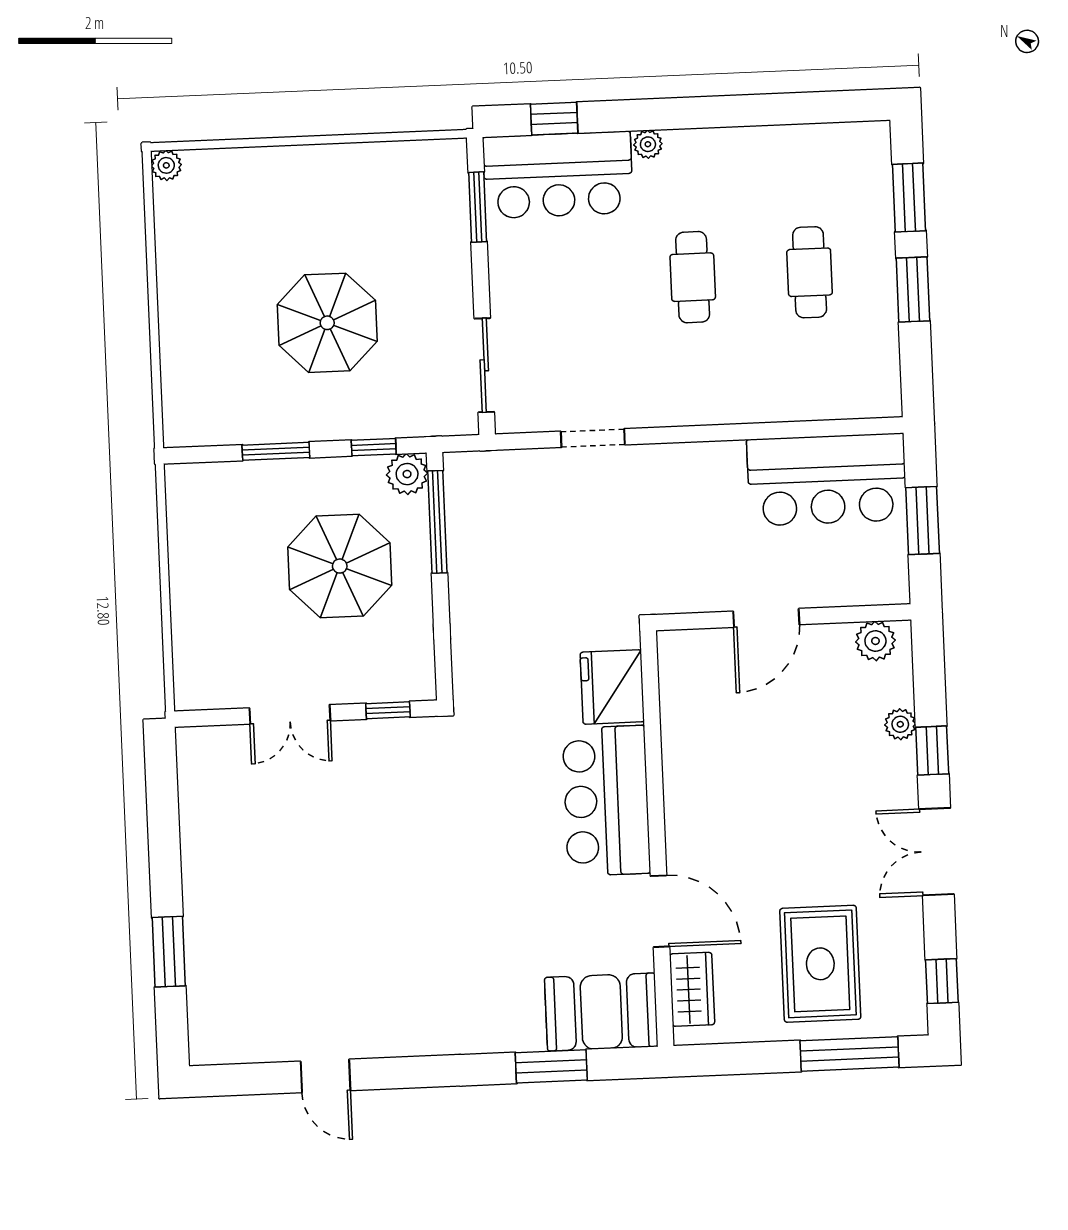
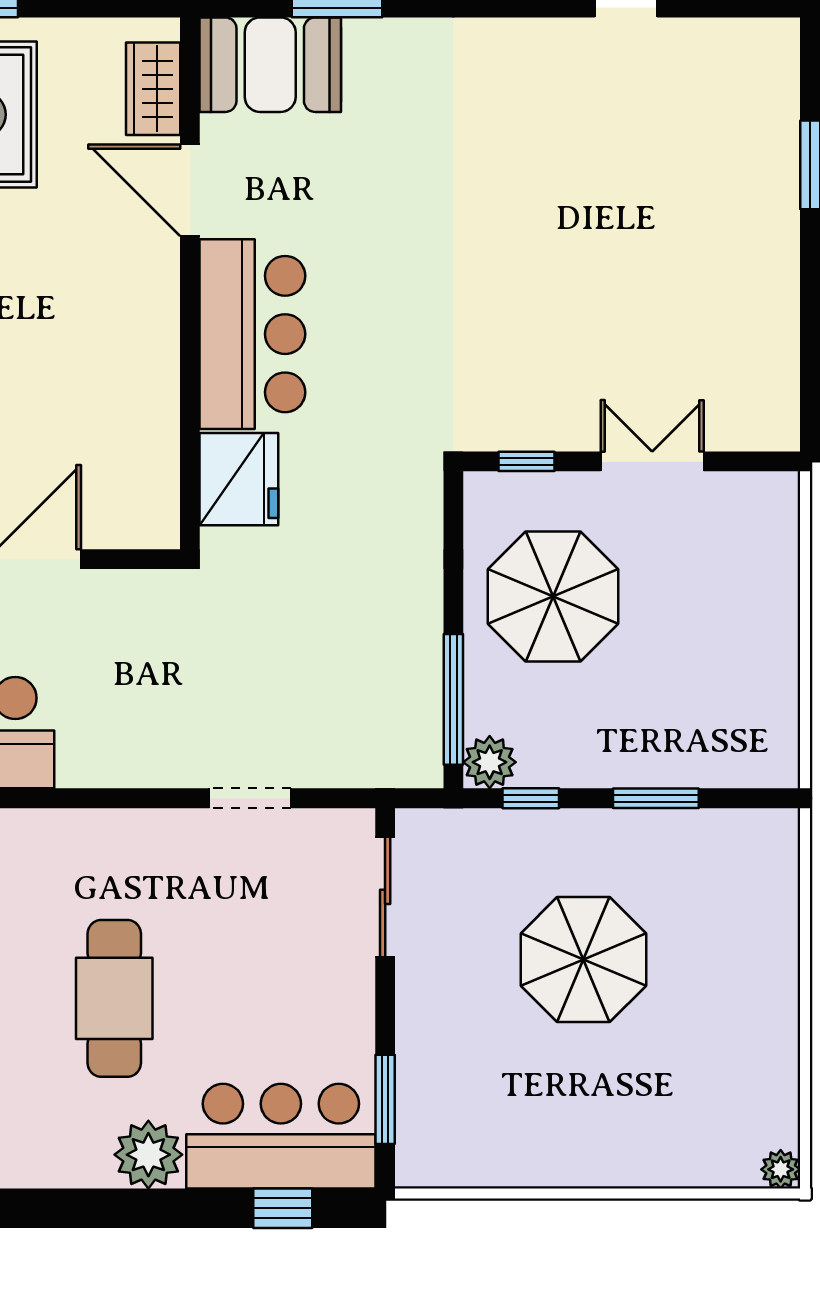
plant: (648, 144) -> (148, 1155), width x1.87, depth x1.87
cafe table: (693, 277) -> (114, 998), width x1.37, depth x1.35
parasol: (340, 566) -> (553, 597), moved

